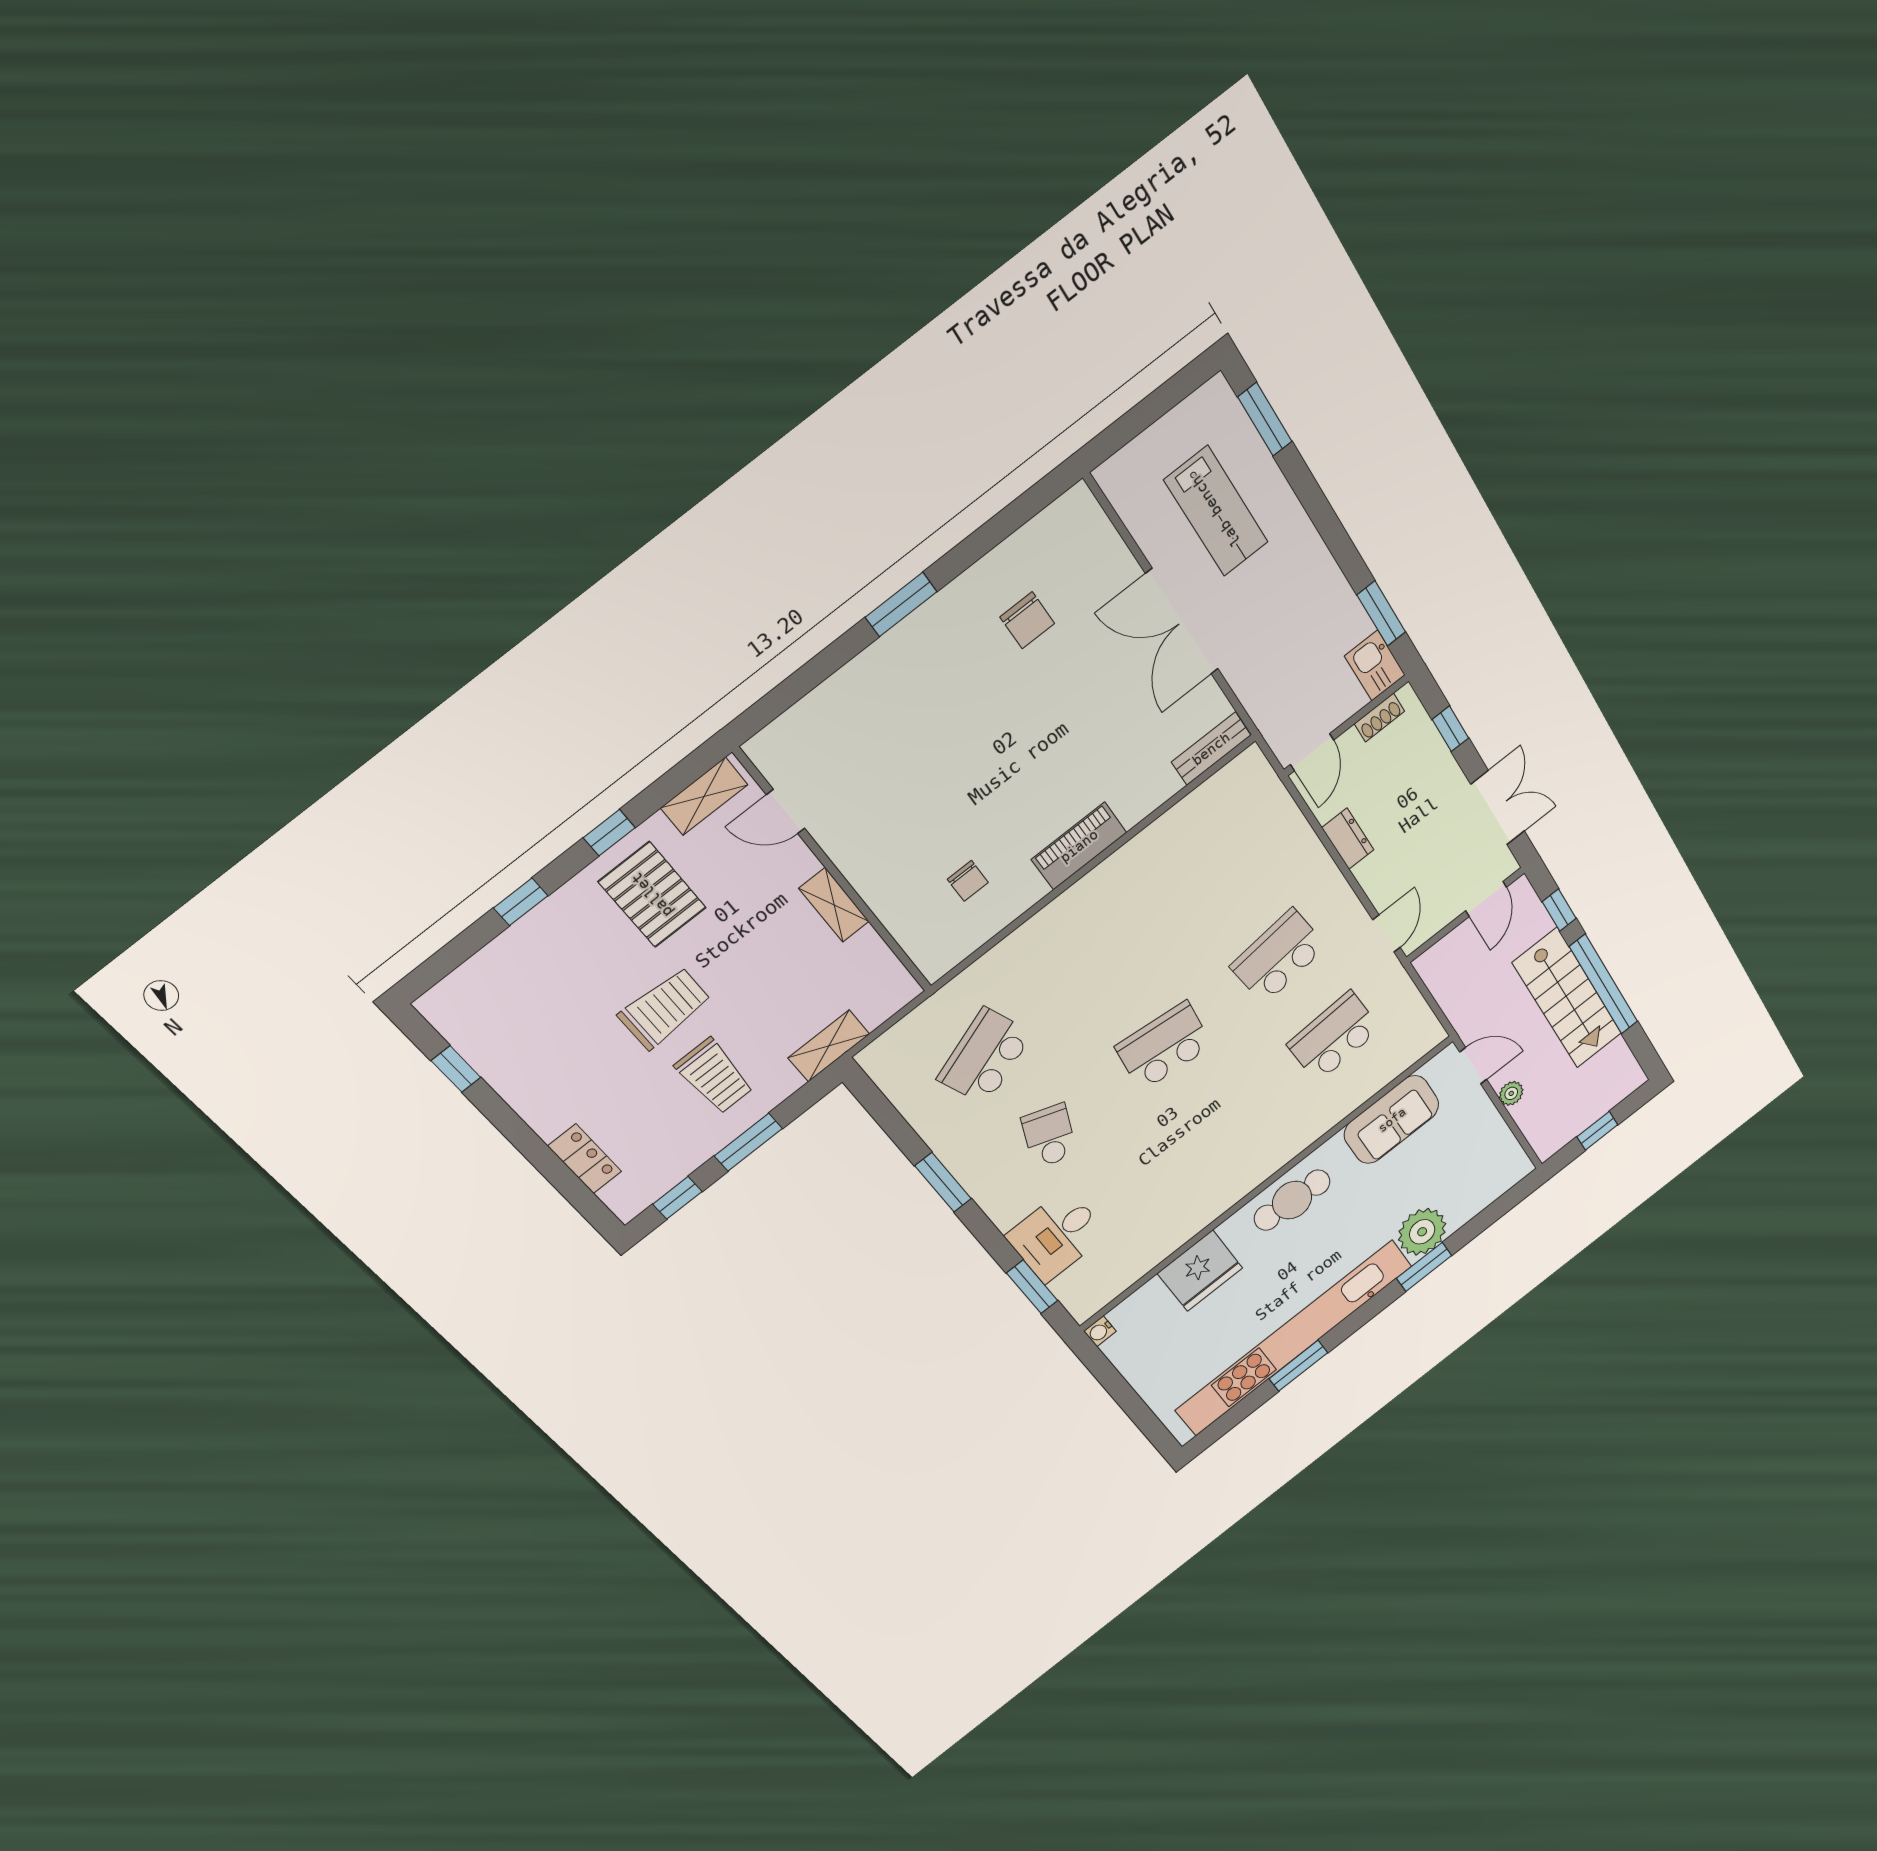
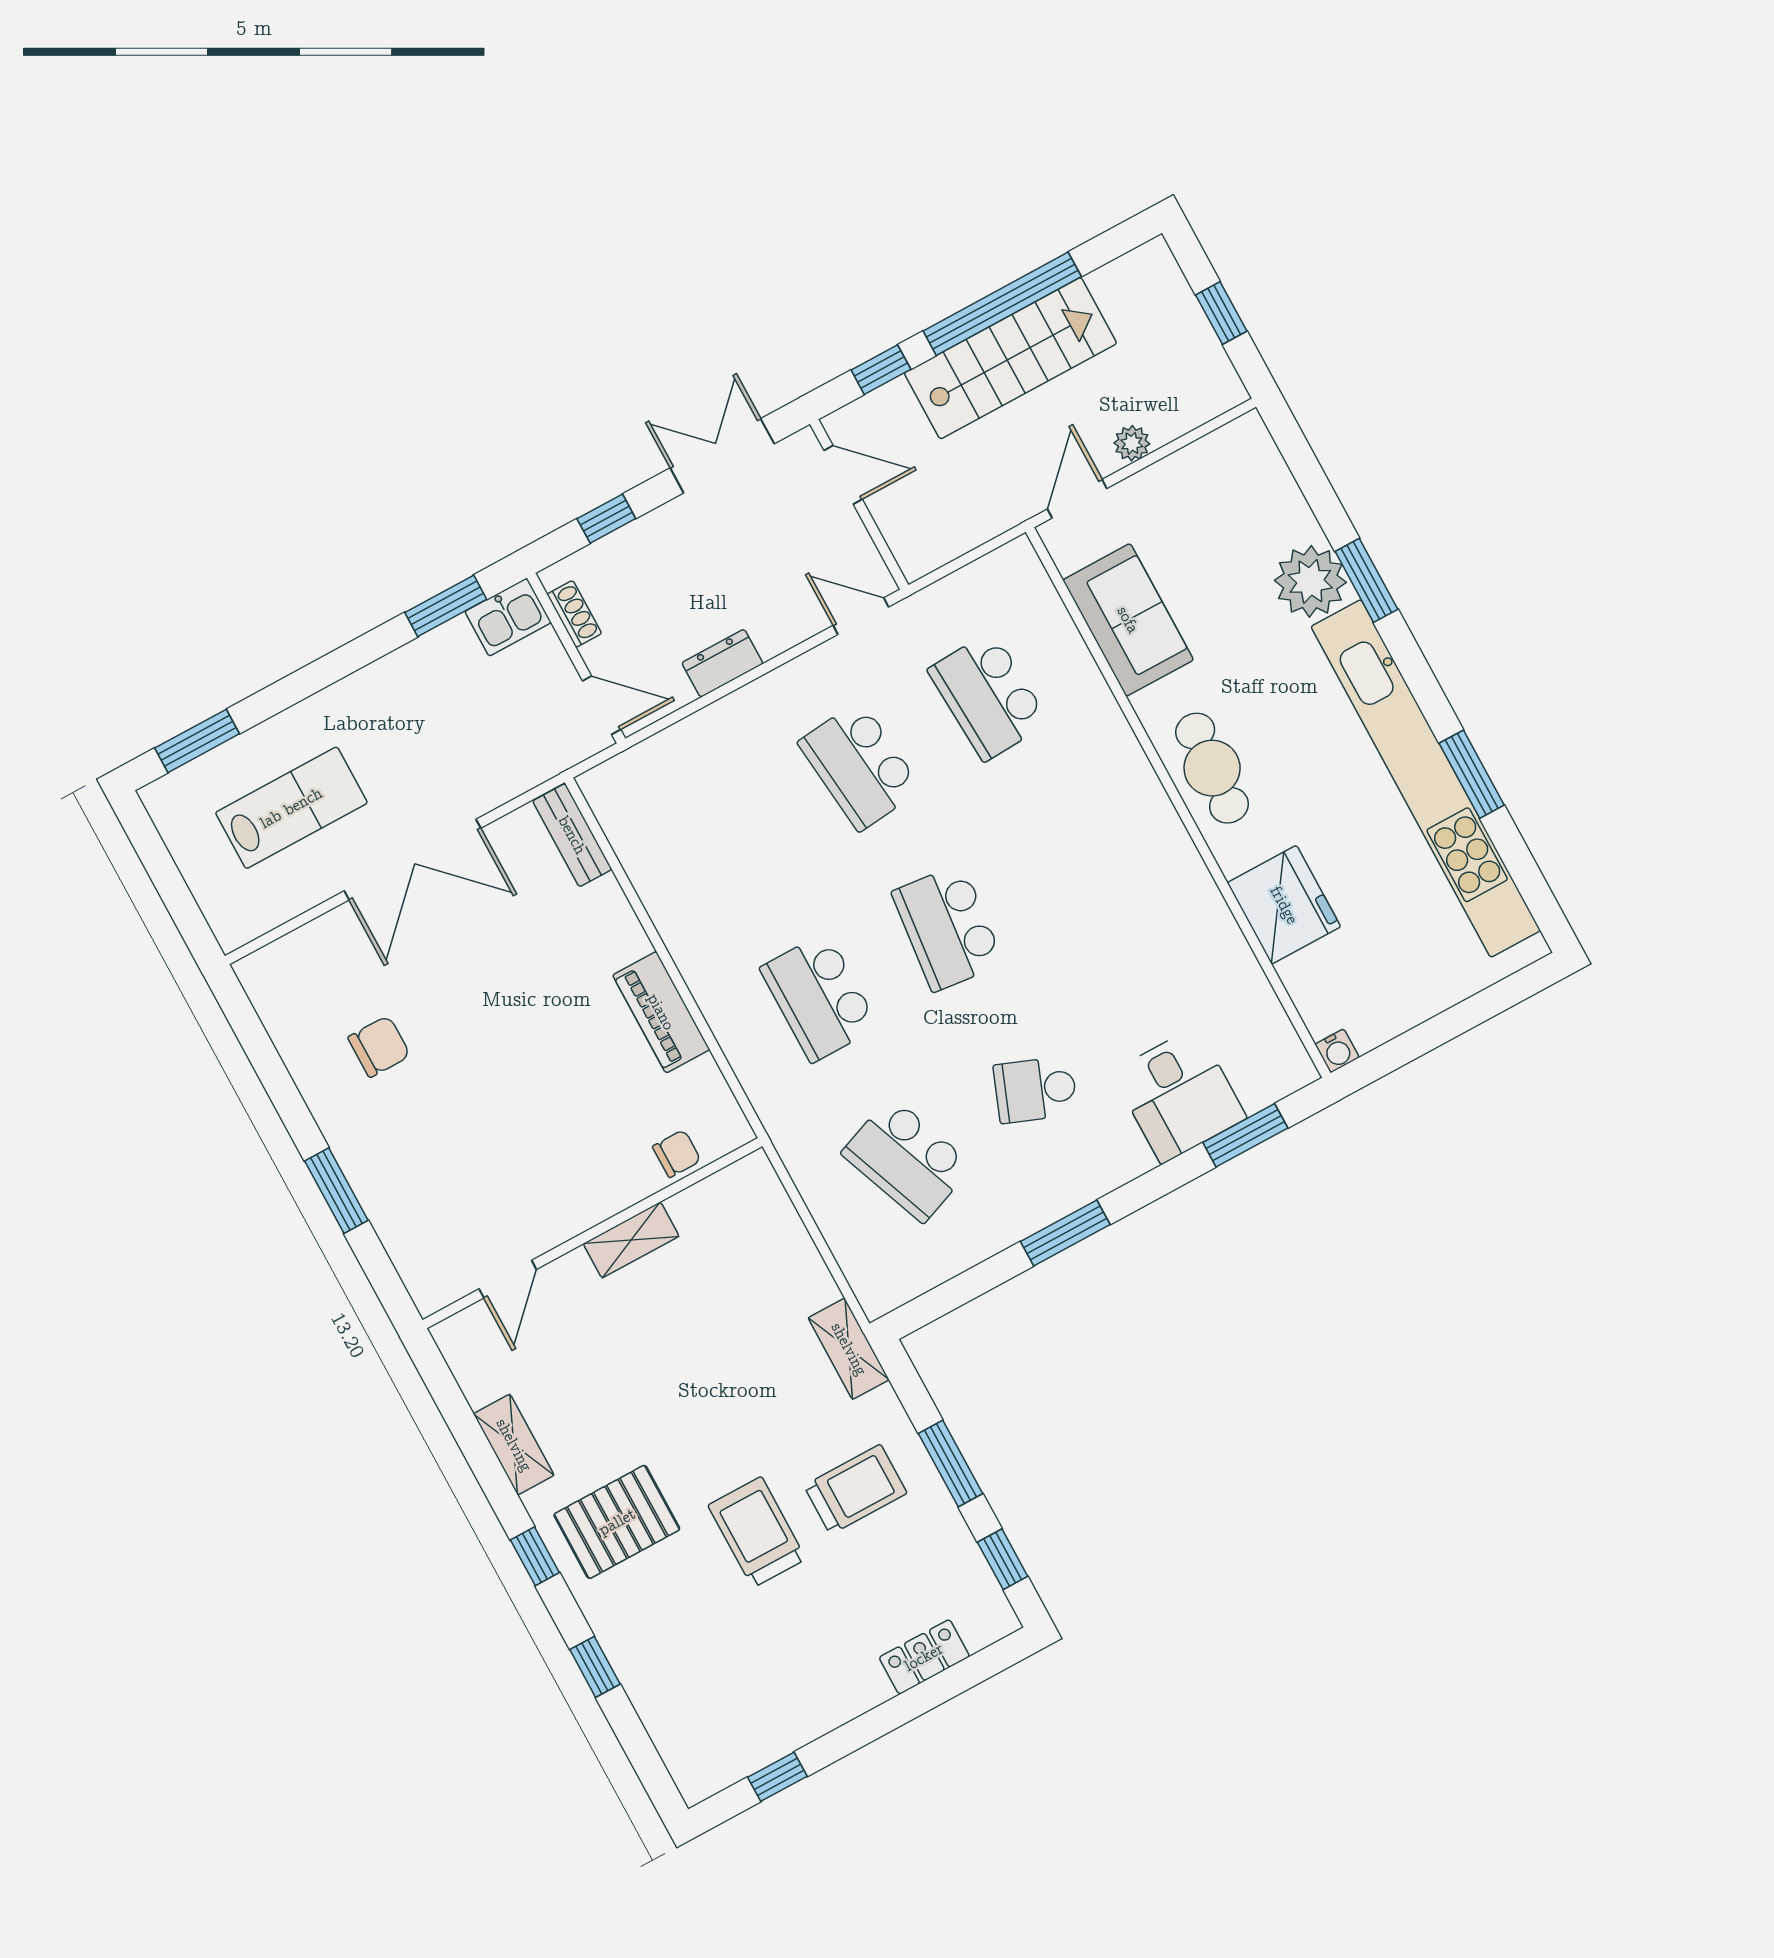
door: (786, 812) -> (508, 1279), moved
wall: (835, 873) -> (592, 1233), moved
shelving: (834, 905) -> (631, 1240), moved
school desk: (1102, 964) -> (819, 997), added

